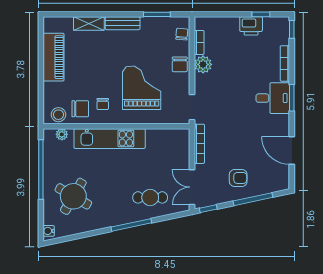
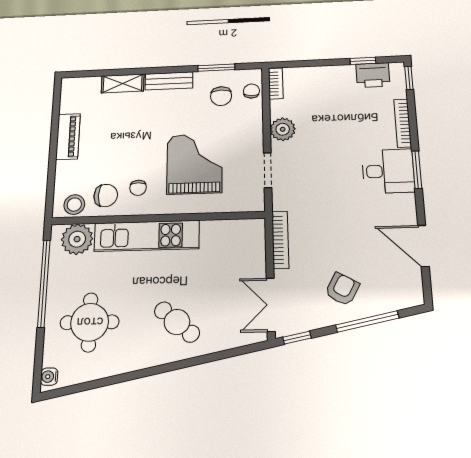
printer: (251, 26) -> (373, 75), moved
bookcase: (199, 42) -> (276, 83), moved
piano: (54, 57) -> (68, 137), width x0.73, depth x0.75
chair: (180, 64) -> (221, 96), moved
doorway: (192, 107) -> (268, 170), moved
plant: (62, 134) -> (77, 239), width x1.88, depth x1.88
armchair: (238, 178) -> (342, 289), turned -61
round table: (73, 196) -> (90, 322), turned -30
cafe table: (150, 197) -> (177, 322), moved, turned 40
window: (131, 225) -> (177, 365), removed

